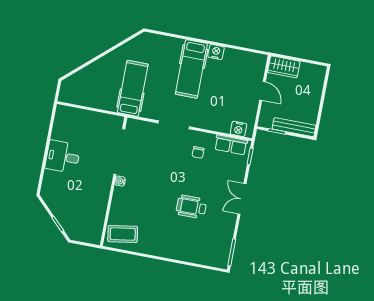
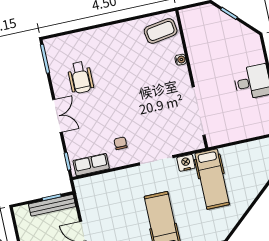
bench: (294, 127) -> (52, 205), moved
nightstand: (238, 129) -> (186, 163), moved
water cooler: (120, 181) -> (181, 60), moved
wheelchair: (191, 207) -> (80, 77), moved, turned 90

